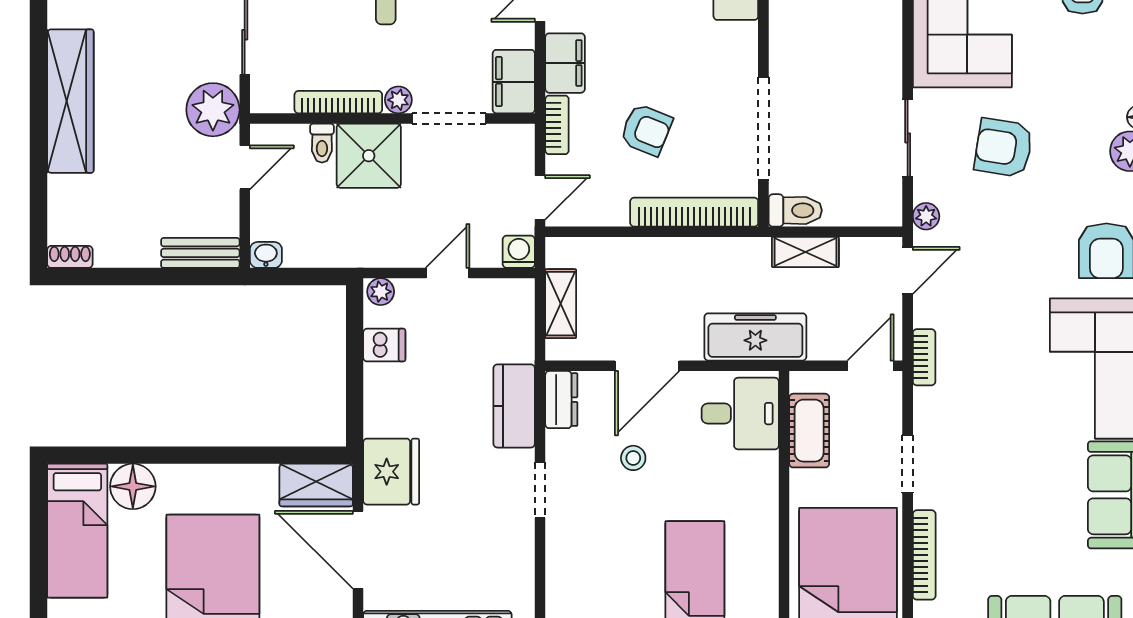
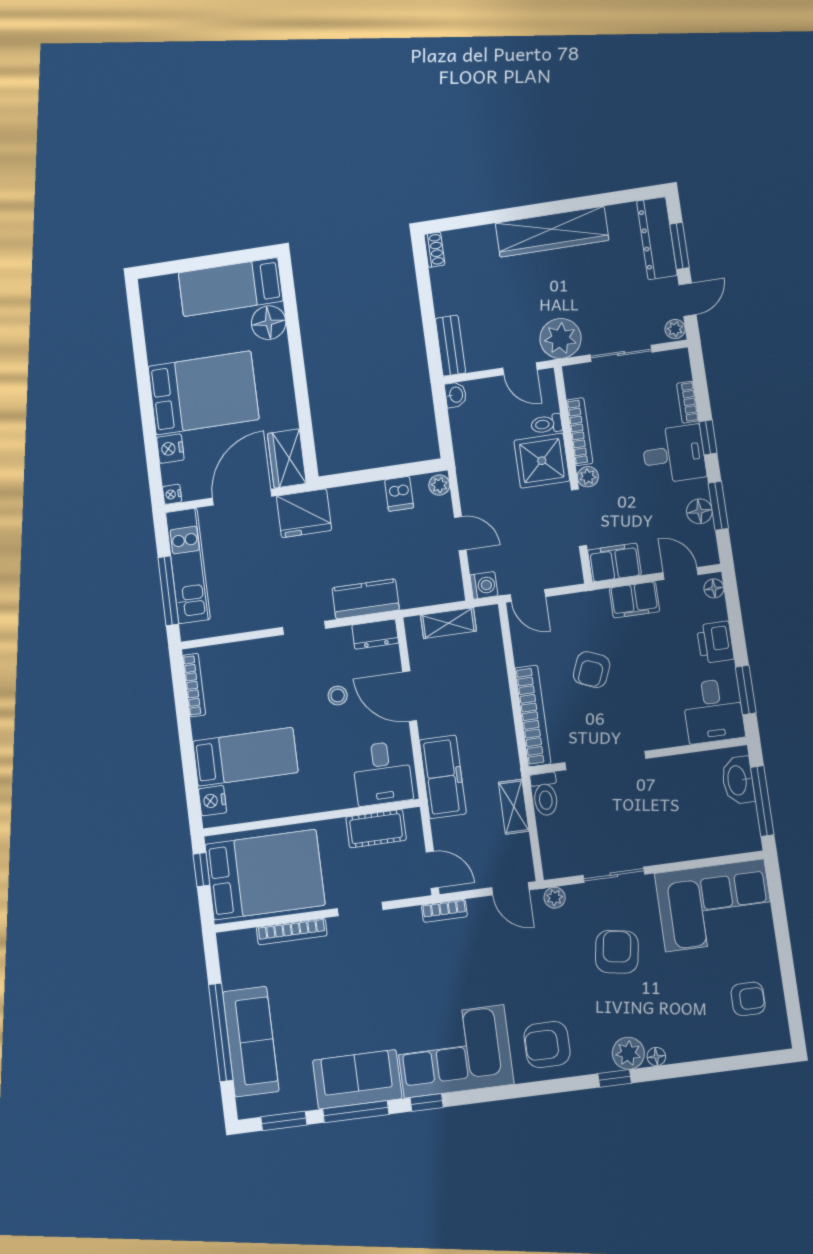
bookcase: (557, 125) -> (586, 600), removed

